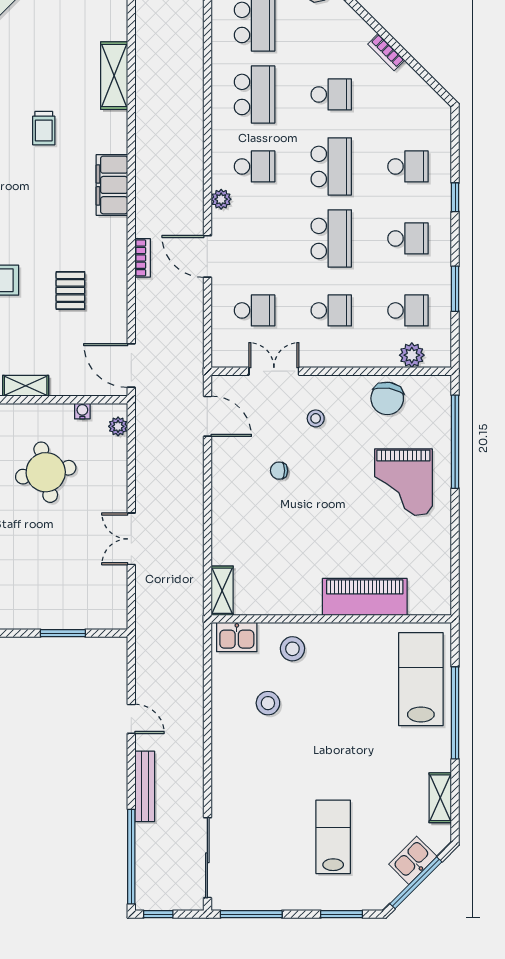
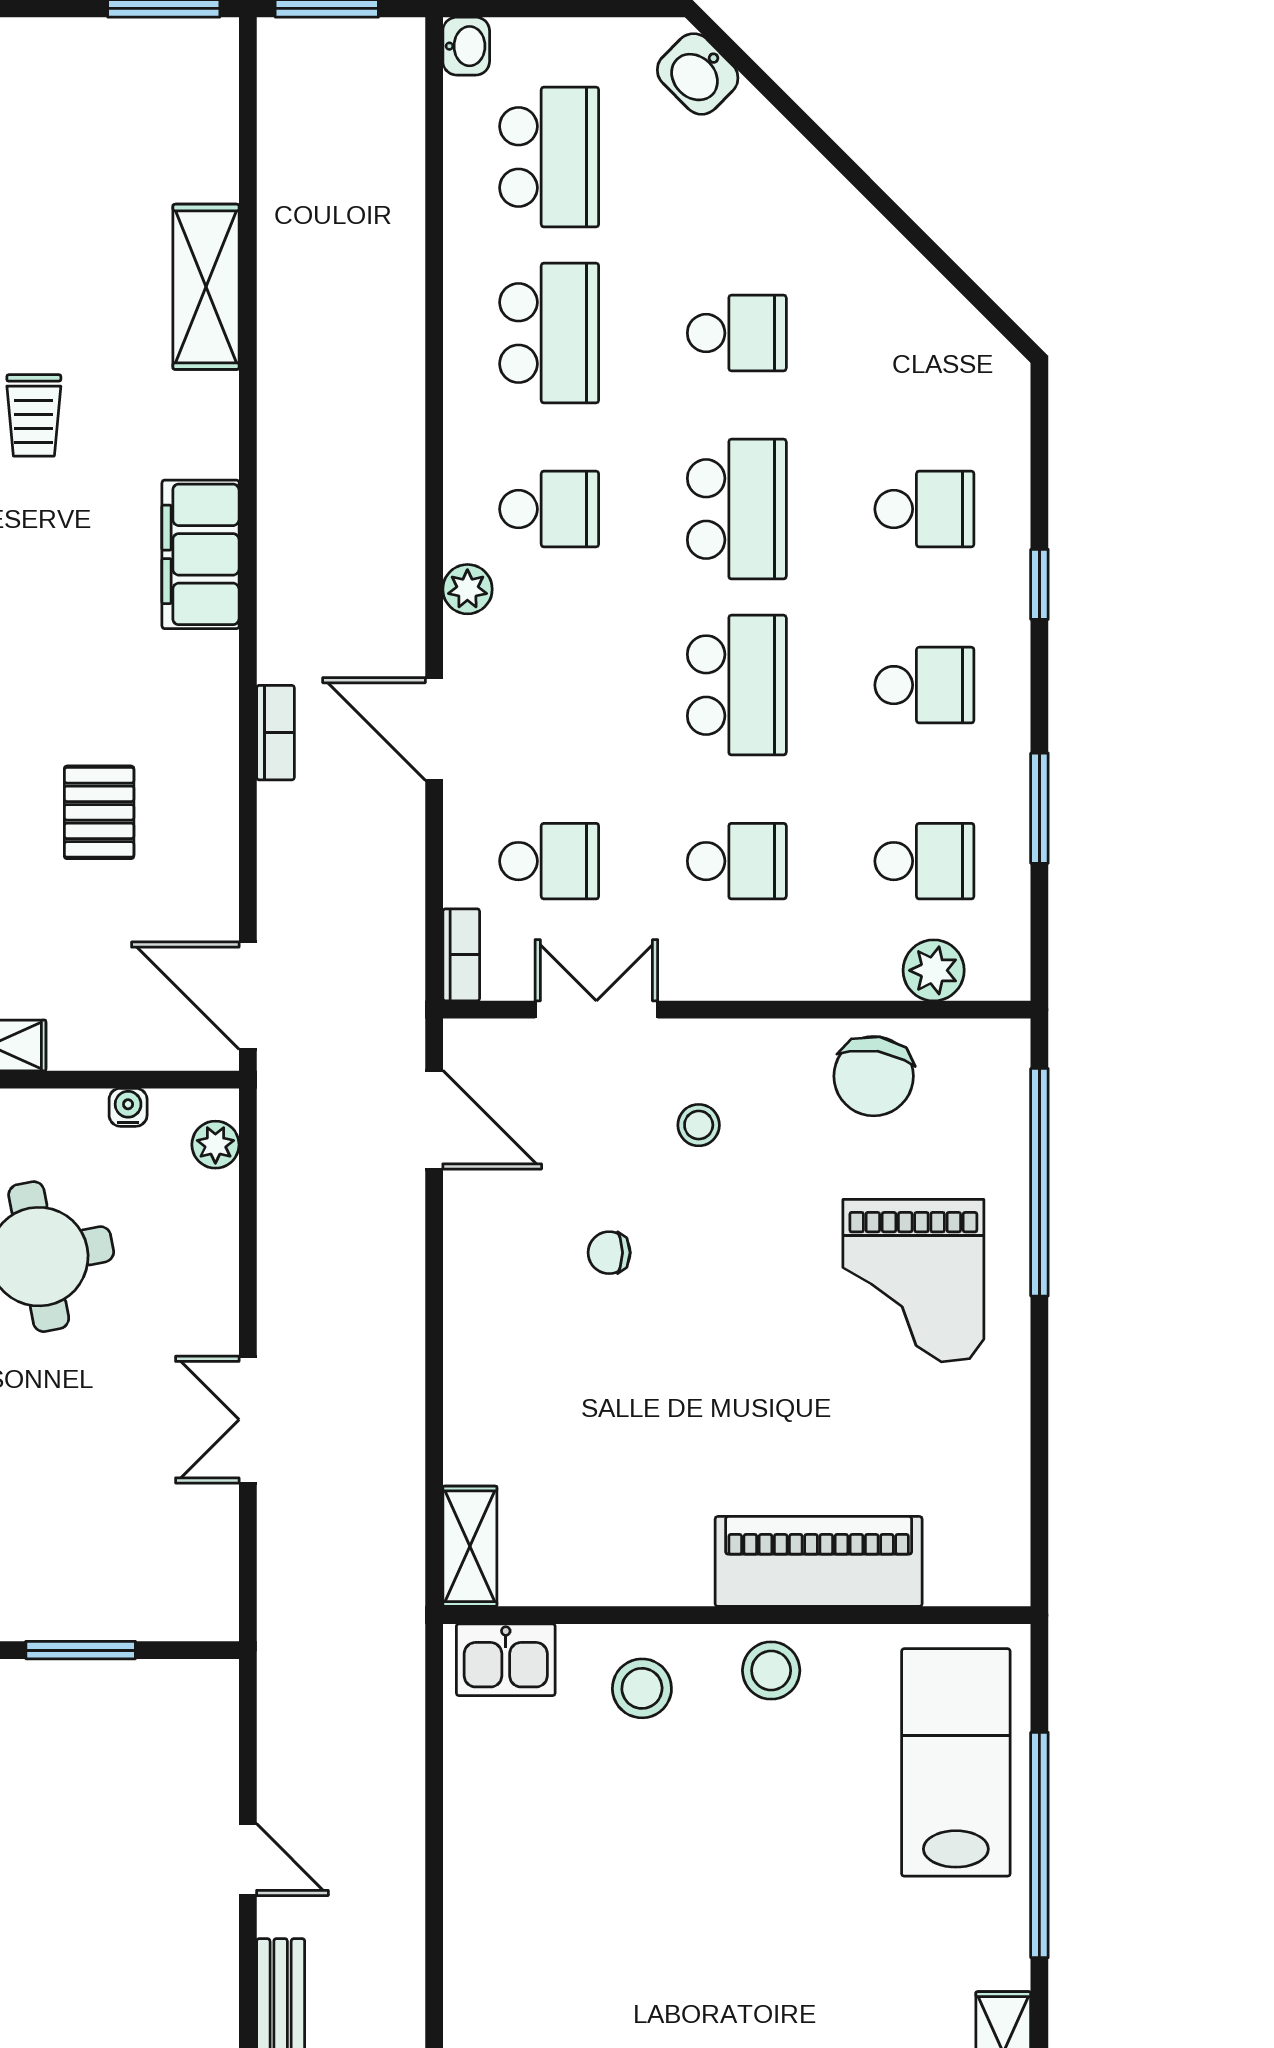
bookcase: (386, 52) -> (461, 955), moved, turned -135
stool: (268, 703) -> (771, 1670), moved

